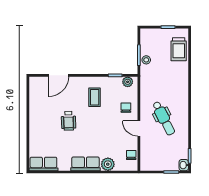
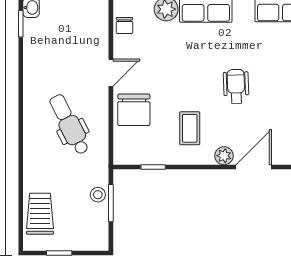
plant: (128, 82) -> (224, 156), moved
chair: (126, 108) -> (134, 110), width x1.87, depth x1.87
dental chair: (164, 118) -> (69, 124), moved
door: (139, 129) -> (111, 73), hinge flipped

